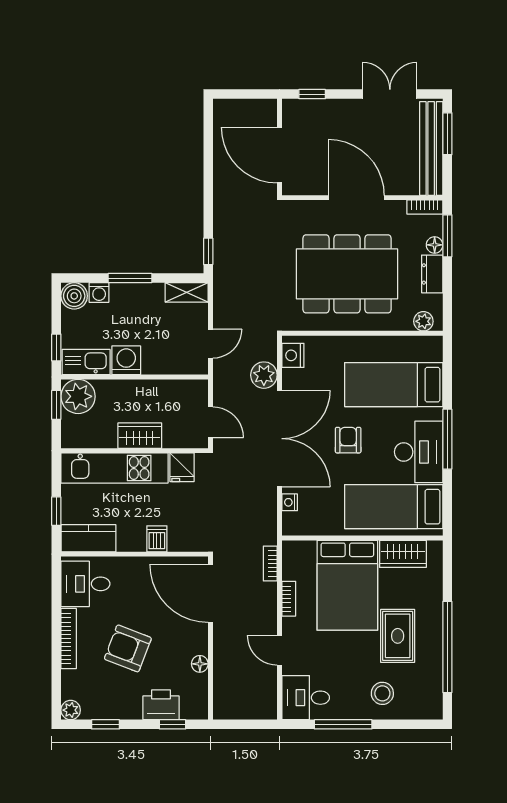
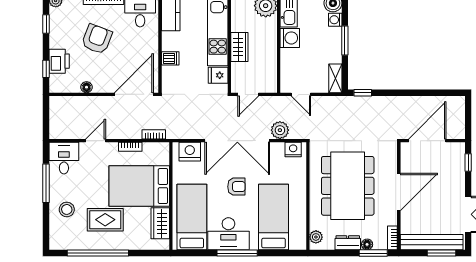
nightstand: (290, 502) -> (190, 152), width x1.89, depth x1.79

